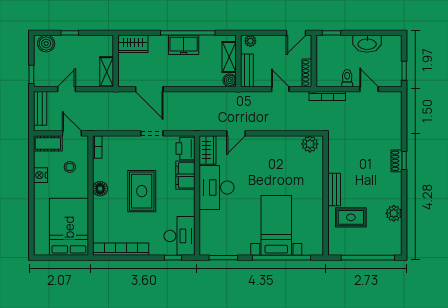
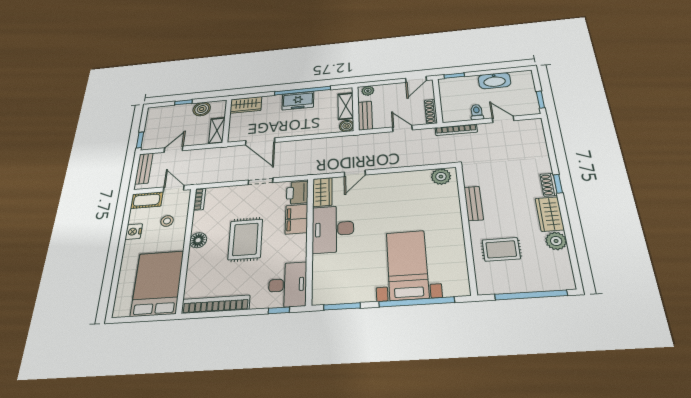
boiler: (46, 44) -> (202, 109), moved
wardrobe: (393, 188) -> (550, 214), added
bench: (334, 190) -> (474, 203), moved

